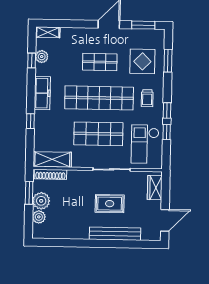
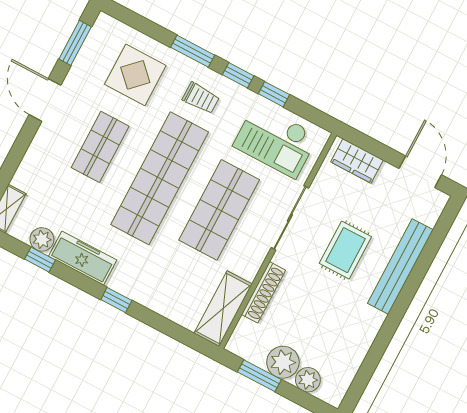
window: (168, 61) -> (193, 51), moved
freezer: (42, 93) -> (83, 258), moved
window: (30, 121) -> (116, 300), moved
shoe rack: (50, 174) -> (263, 292), moved

